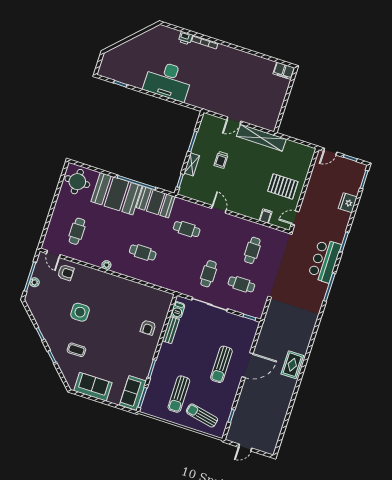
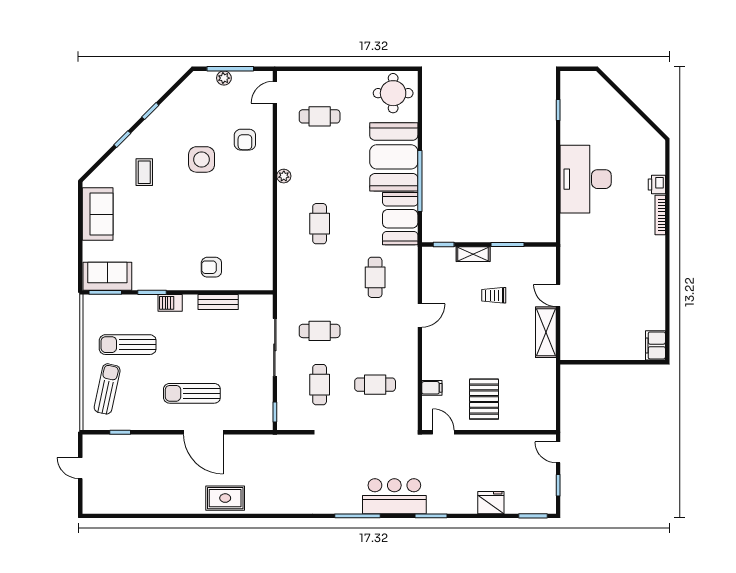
shelving: (261, 138) -> (546, 332), width x0.68
armchair: (66, 273) -> (245, 140), moved
barbecue: (178, 310) -> (170, 303), moved

